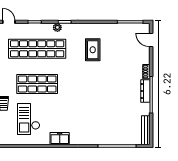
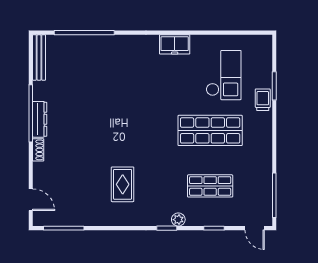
shop shelf: (37, 49) -> (210, 186), width x0.50, depth x0.74

